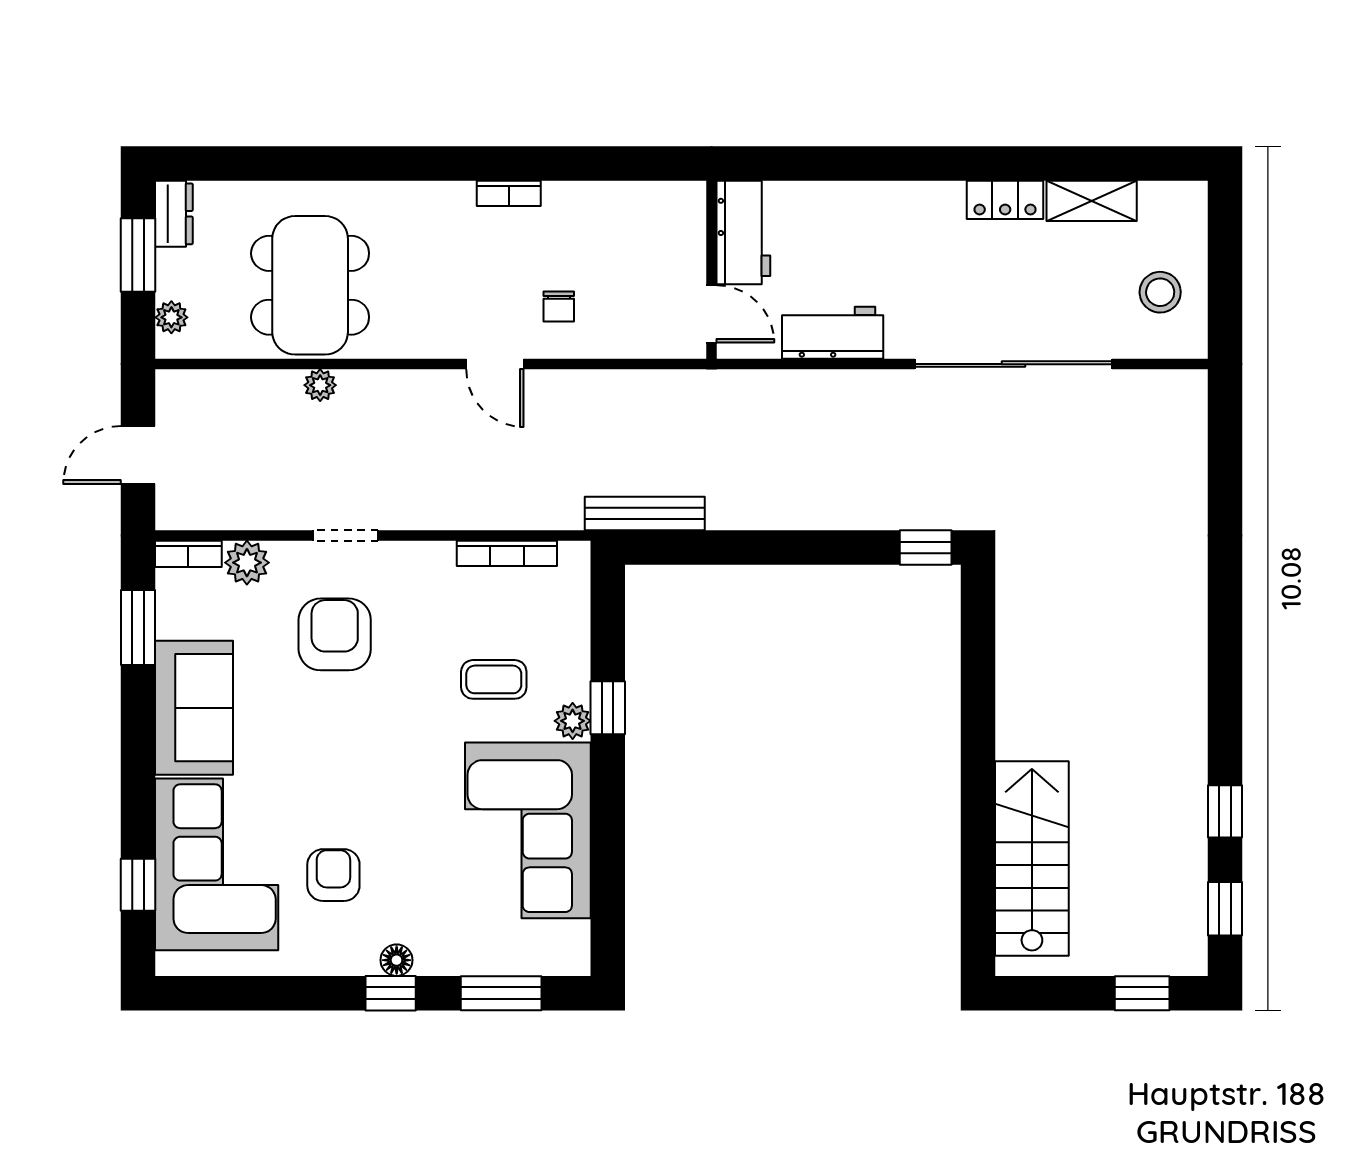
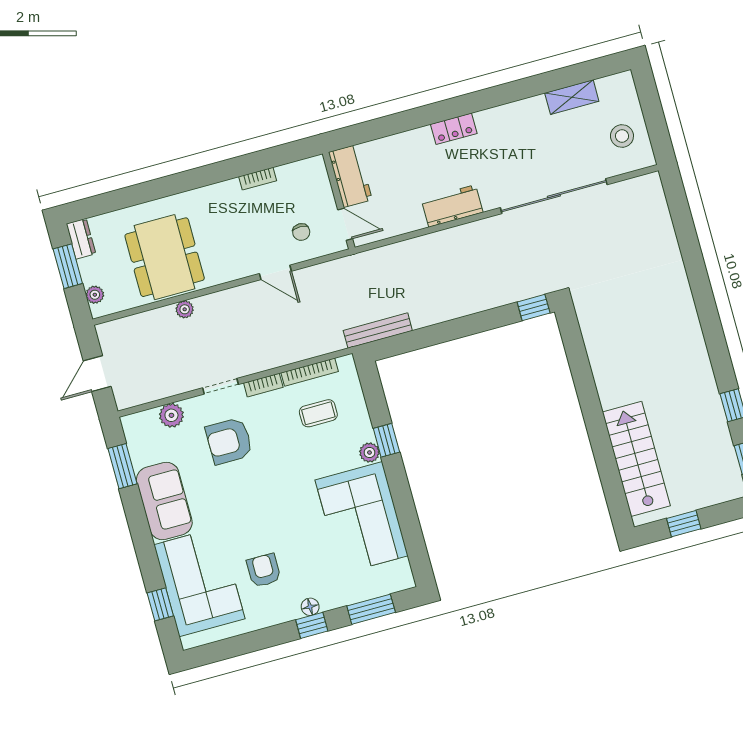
locker: (1005, 200) -> (454, 129), moved
workbench: (743, 232) -> (350, 176), moved
wall: (711, 270) -> (339, 201), moved
door: (711, 314) -> (345, 224), moved
bookcase: (188, 554) -> (263, 385), moved
armchair: (335, 634) -> (229, 441), turned -90
coffee table: (494, 679) -> (318, 413), moved
window: (1142, 993) -> (684, 524), moved

